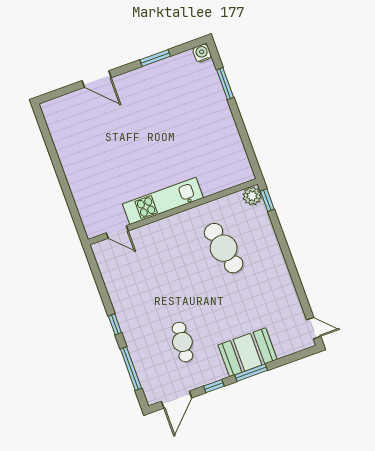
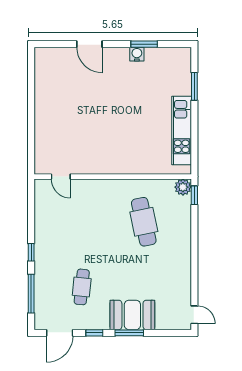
water cooler: (202, 53) -> (137, 54), moved
kitchen unit: (163, 201) -> (182, 130), moved, turned -90

